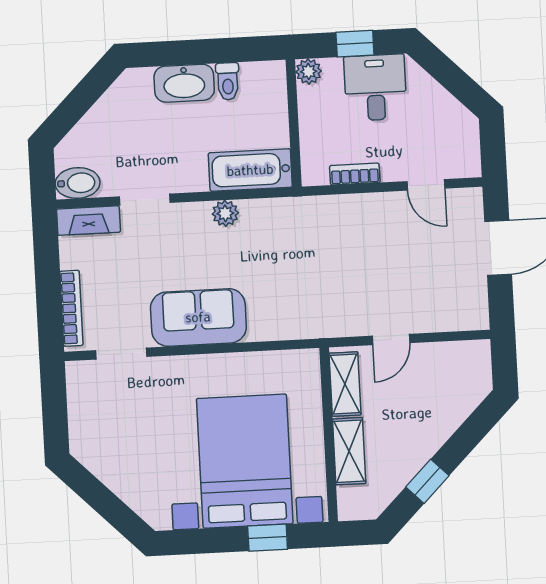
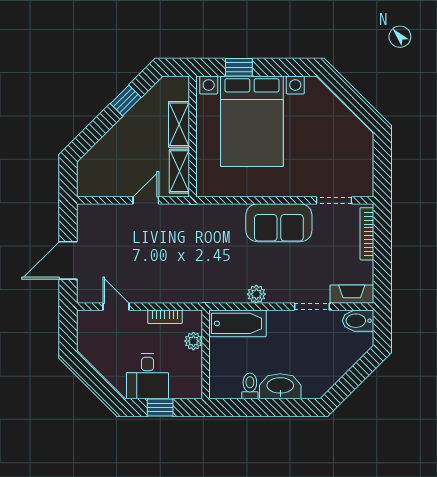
plant: (309, 71) -> (193, 341), moved

